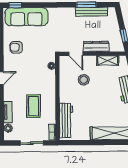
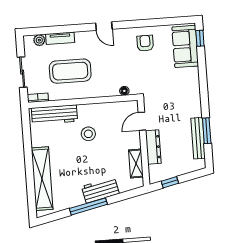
sofa: (26, 17) -> (185, 46), width x0.73
stool: (84, 80) -> (88, 134), moved
coffee table: (34, 106) -> (70, 71), width x1.36, depth x1.32

